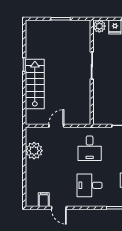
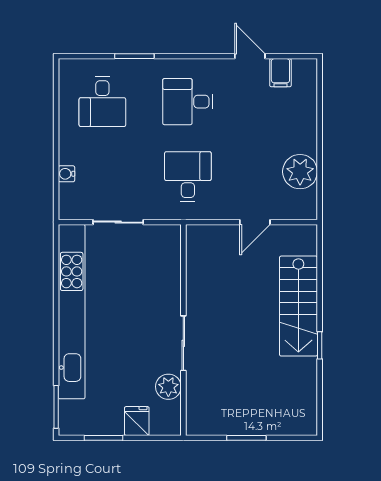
plant: (99, 26) -> (168, 387), moved
desk: (90, 185) -> (188, 102), turned 180

